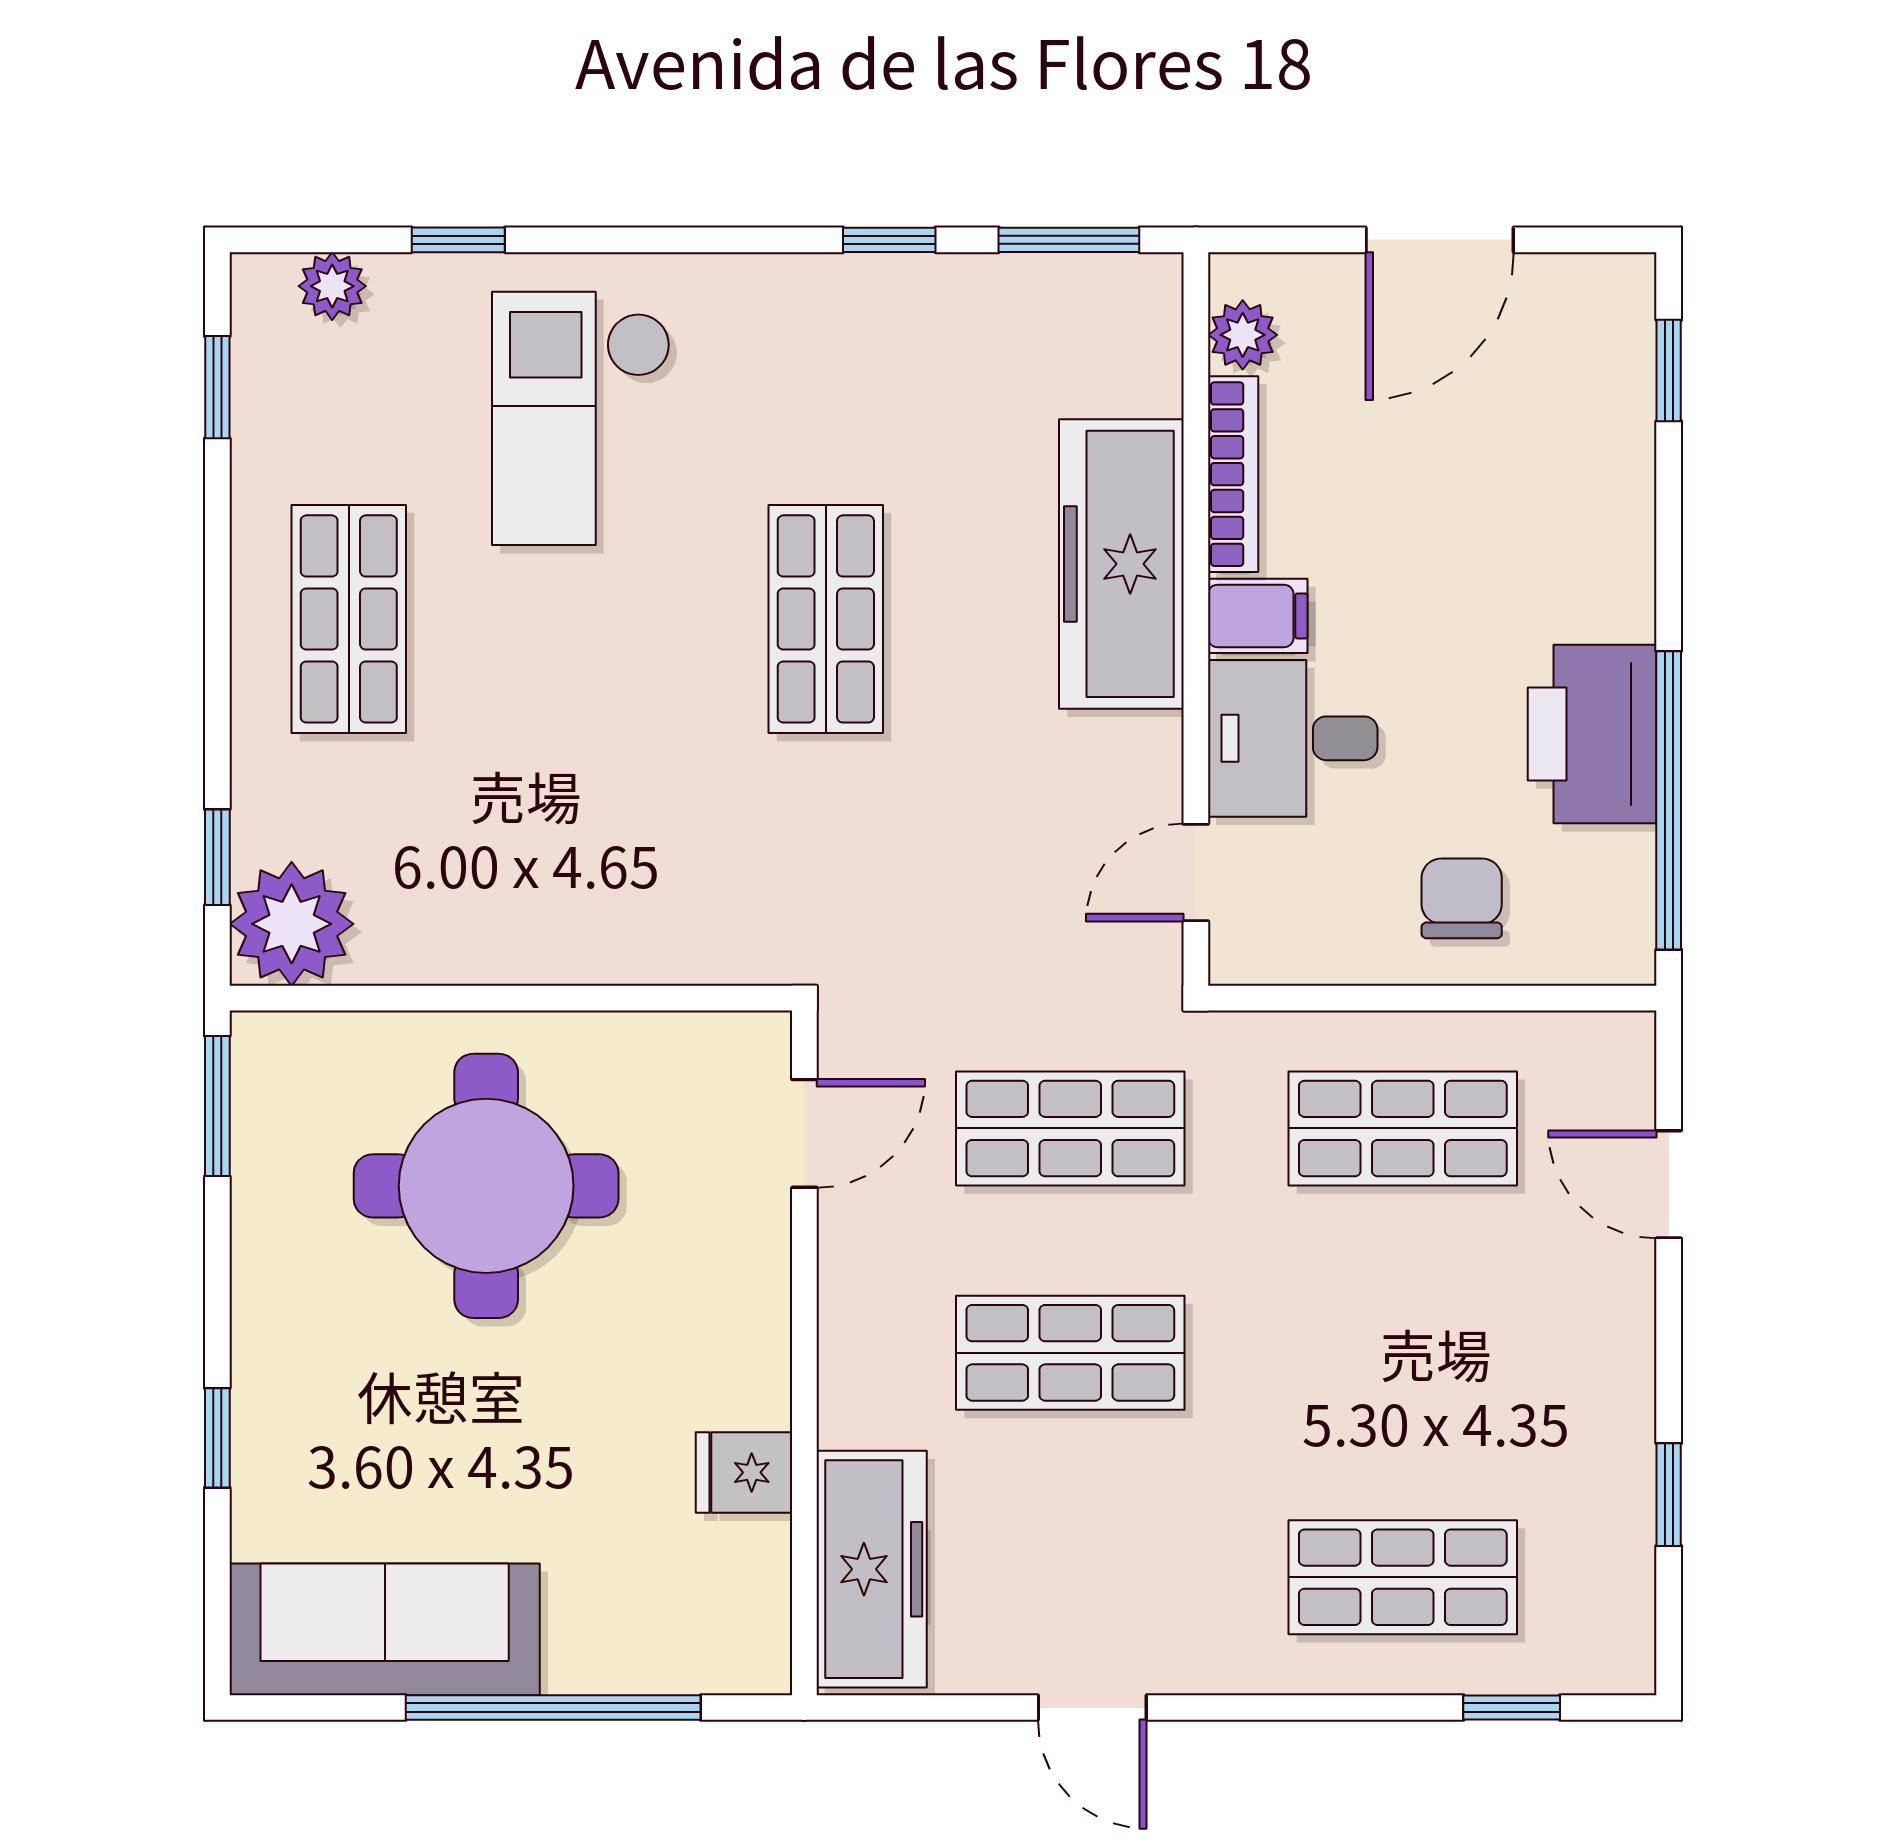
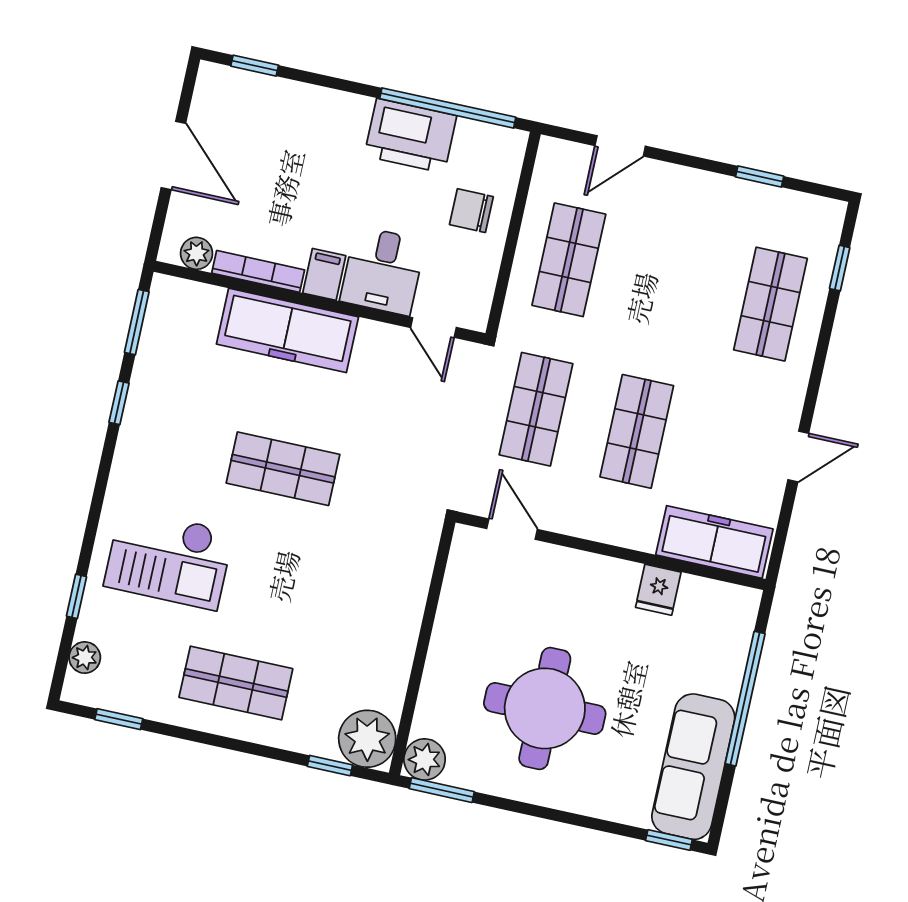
plant: (274, 1055) -> (425, 759), added
round table: (486, 1186) -> (545, 708), moved
window: (217, 1438) -> (669, 840), moved

